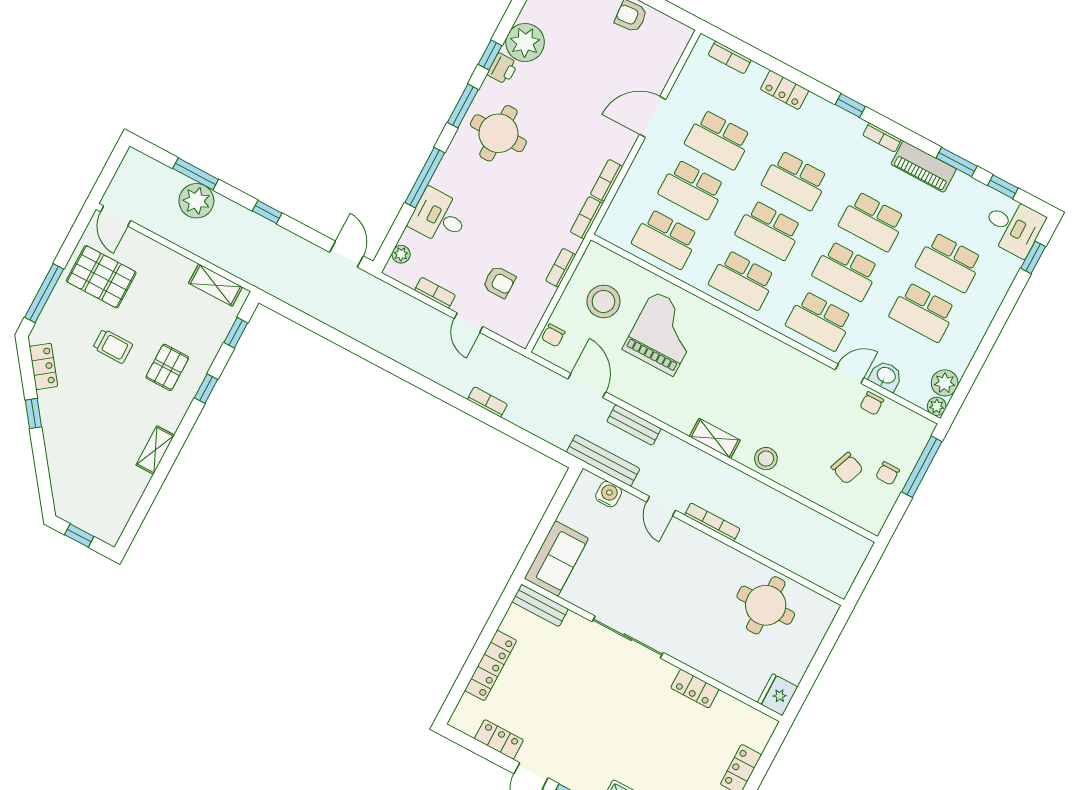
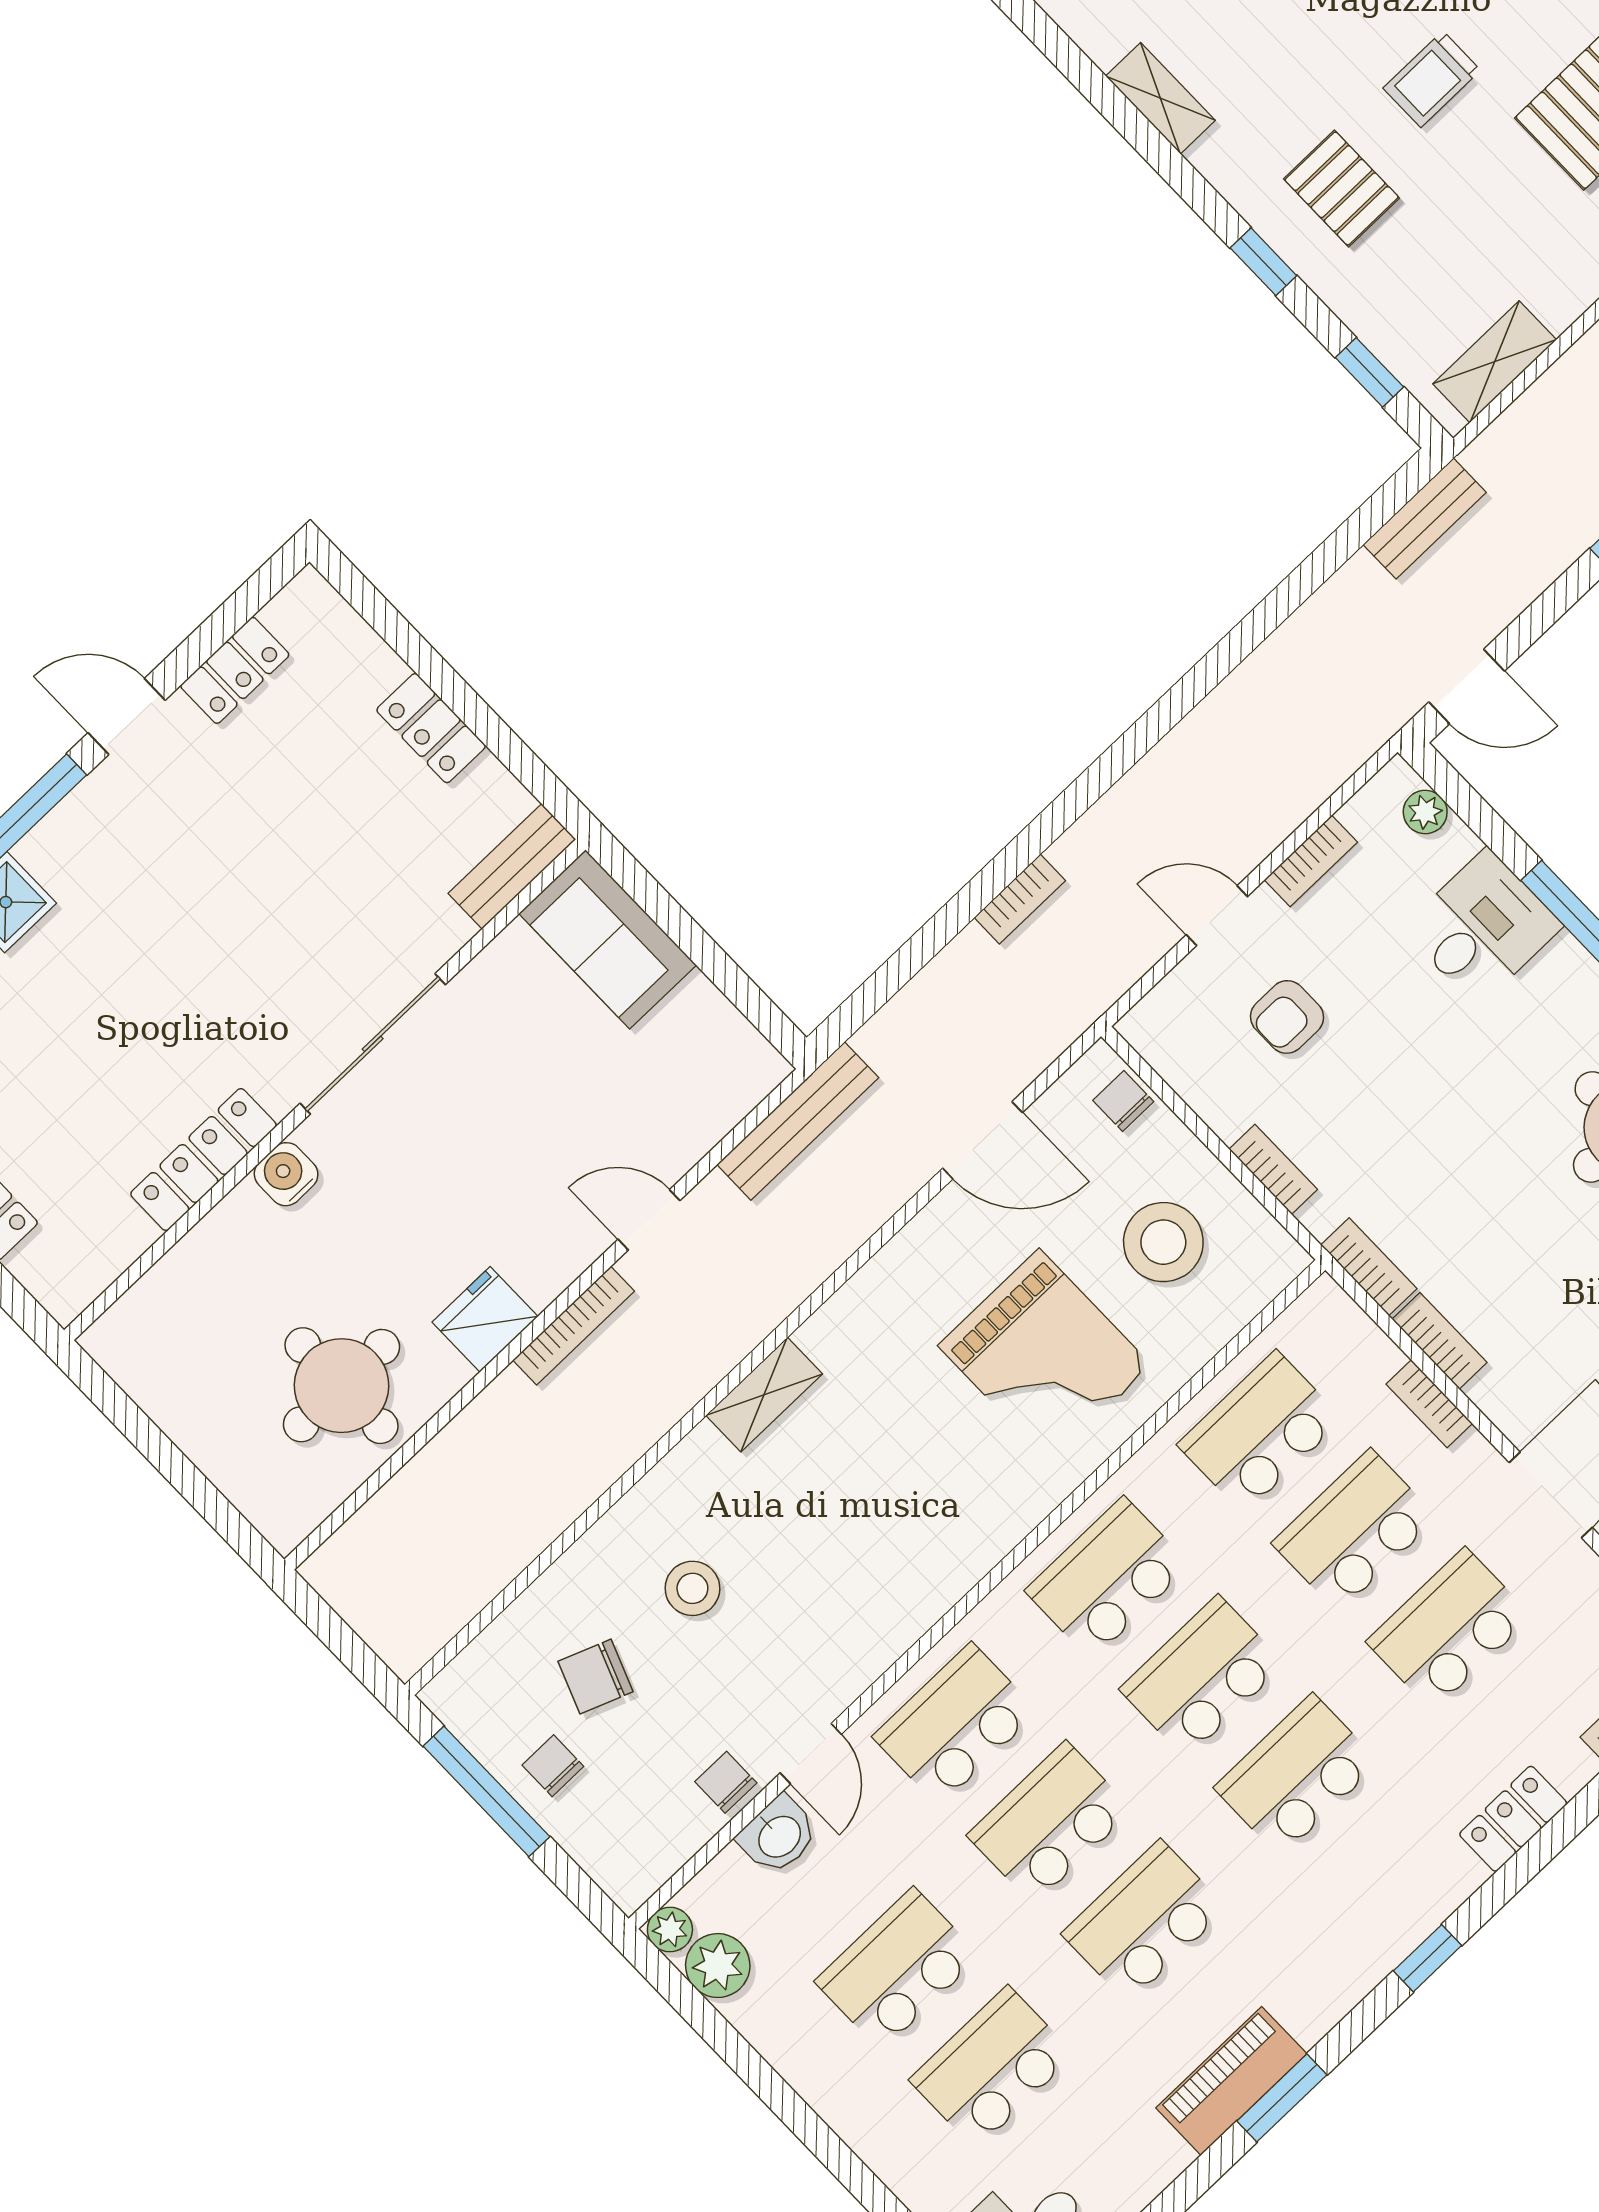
bookcase: (882, 137) -> (1429, 1404), moved, turned -90
window: (957, 162) -> (1282, 2098), moved
bench: (634, 425) -> (1425, 519), moved
stool: (766, 459) -> (692, 1588), moved
window: (922, 467) -> (486, 1791), moved
water cooler: (609, 494) -> (286, 1174), moved, turned 180
locker: (491, 665) -> (431, 728), width x0.66
locker: (695, 689) -> (203, 1160), width x1.53
fridge: (778, 695) -> (485, 1319), moved, turned -90

